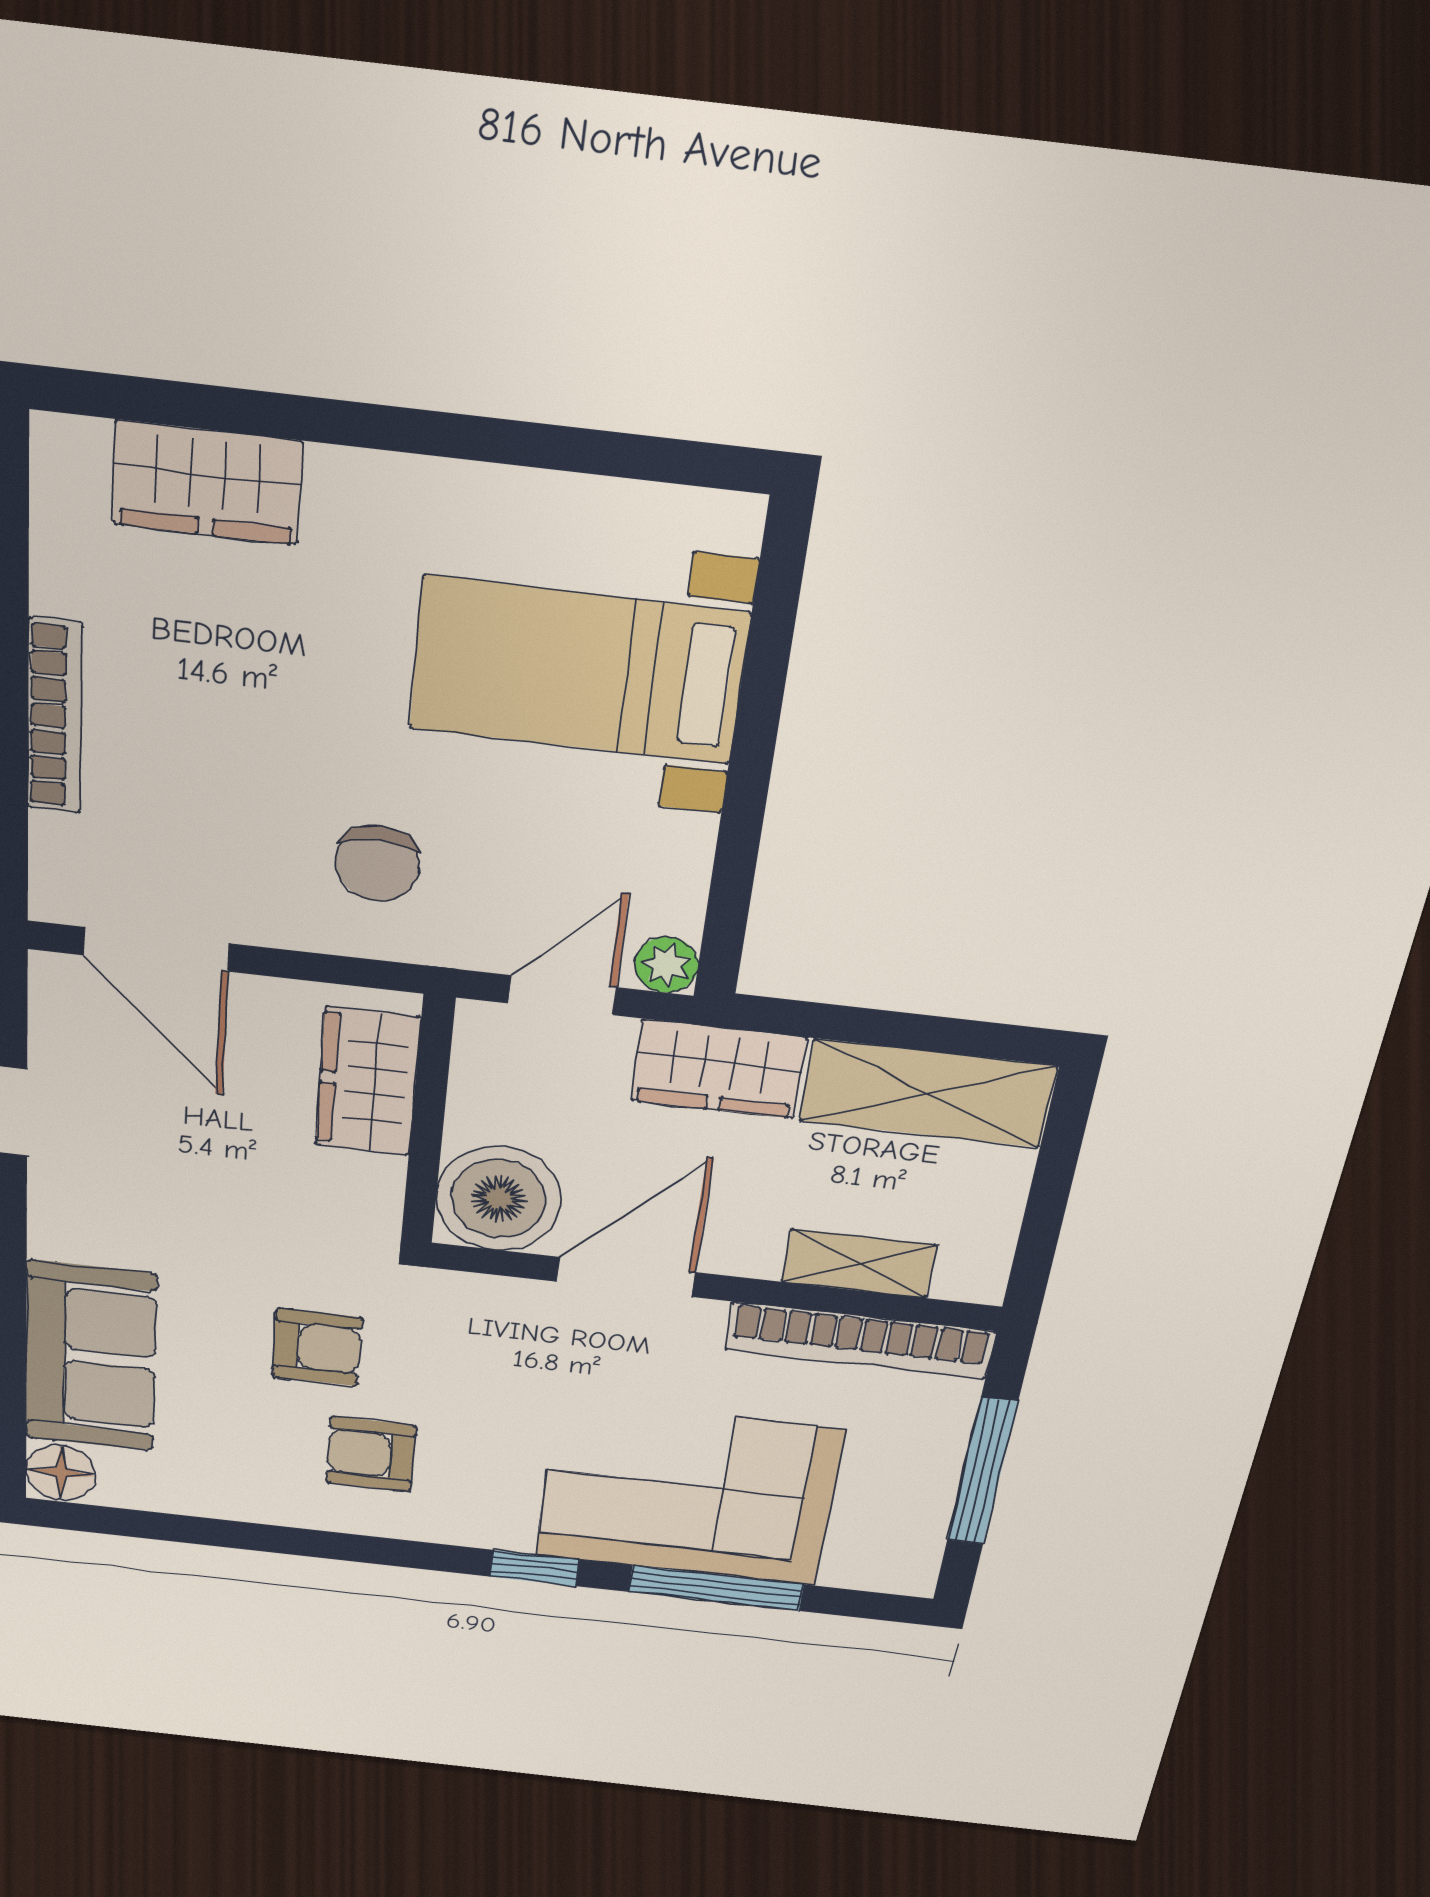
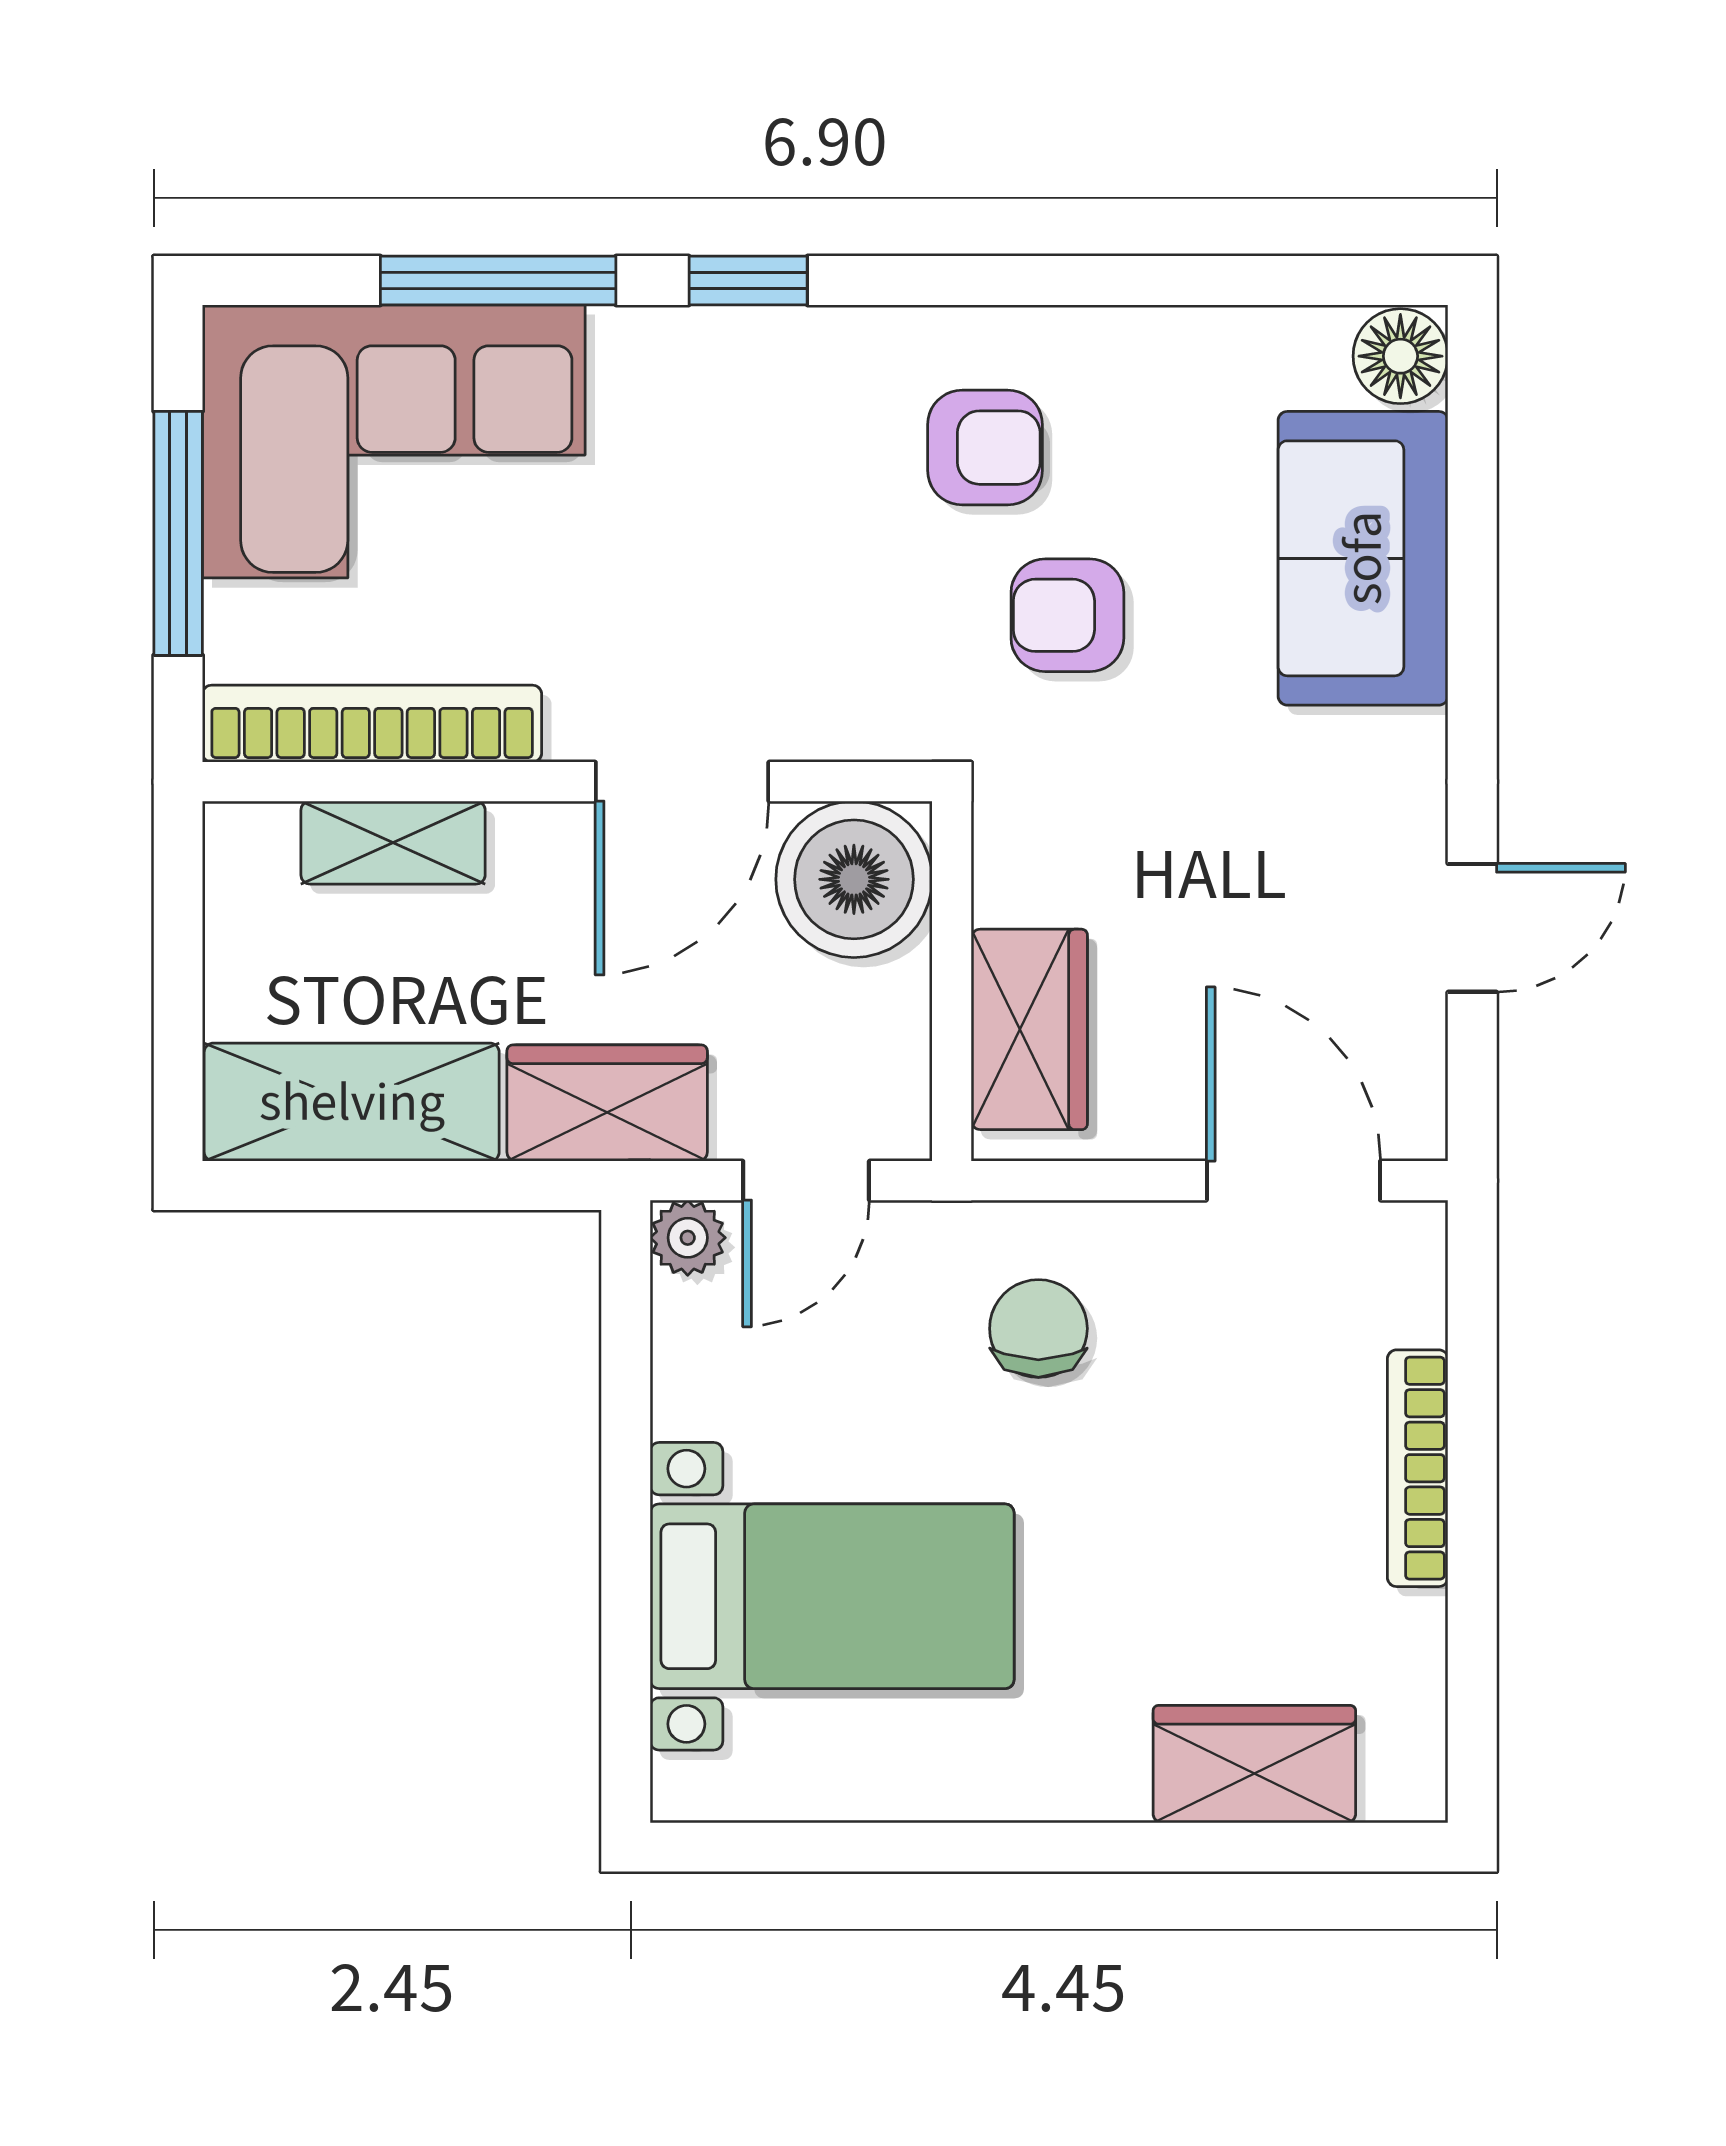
corner sofa: (688, 1493) -> (394, 441), moved

